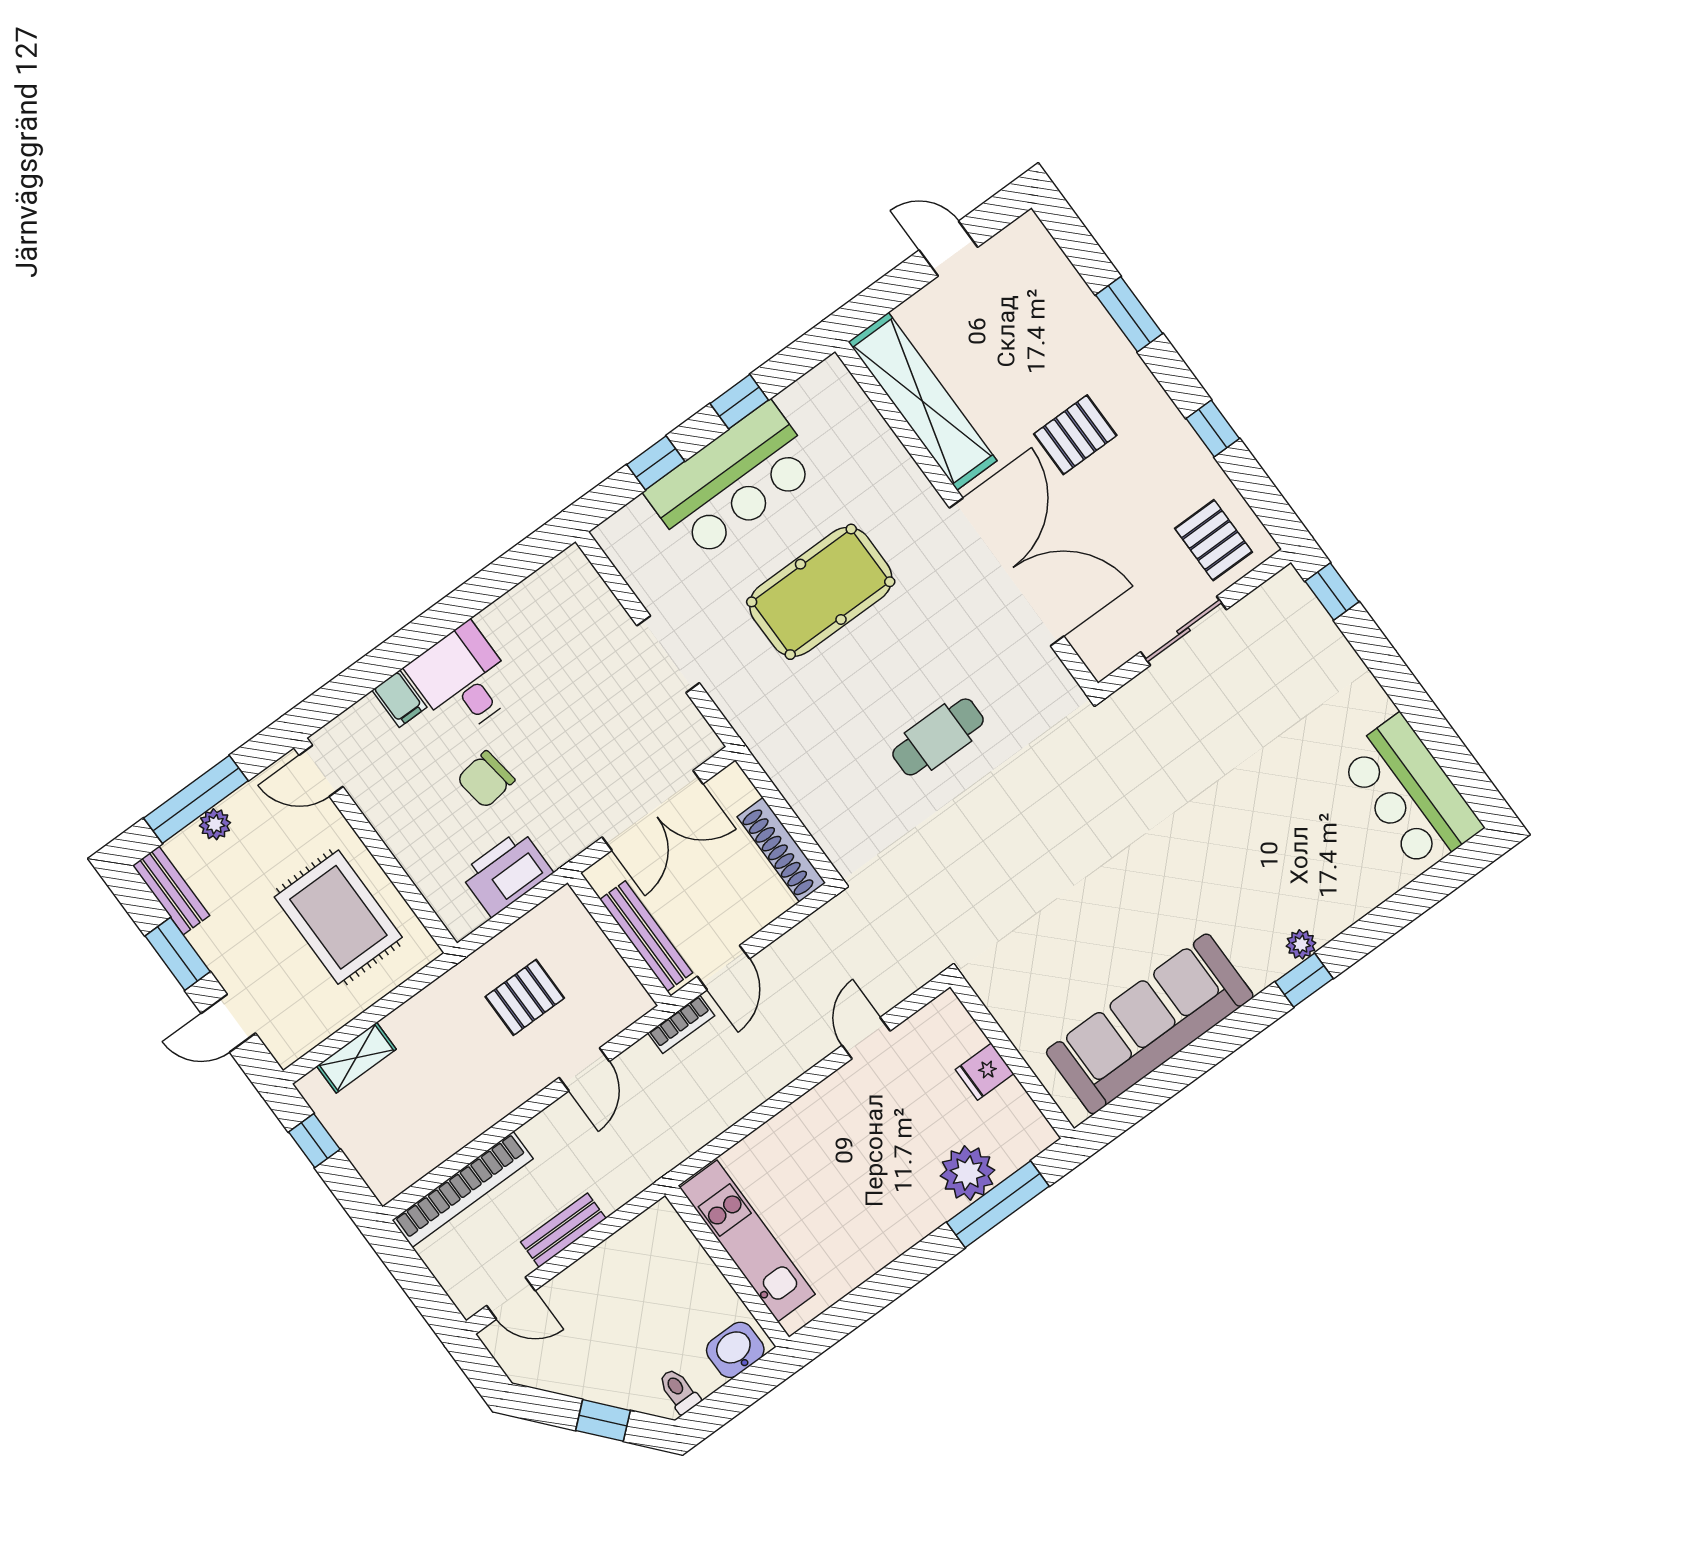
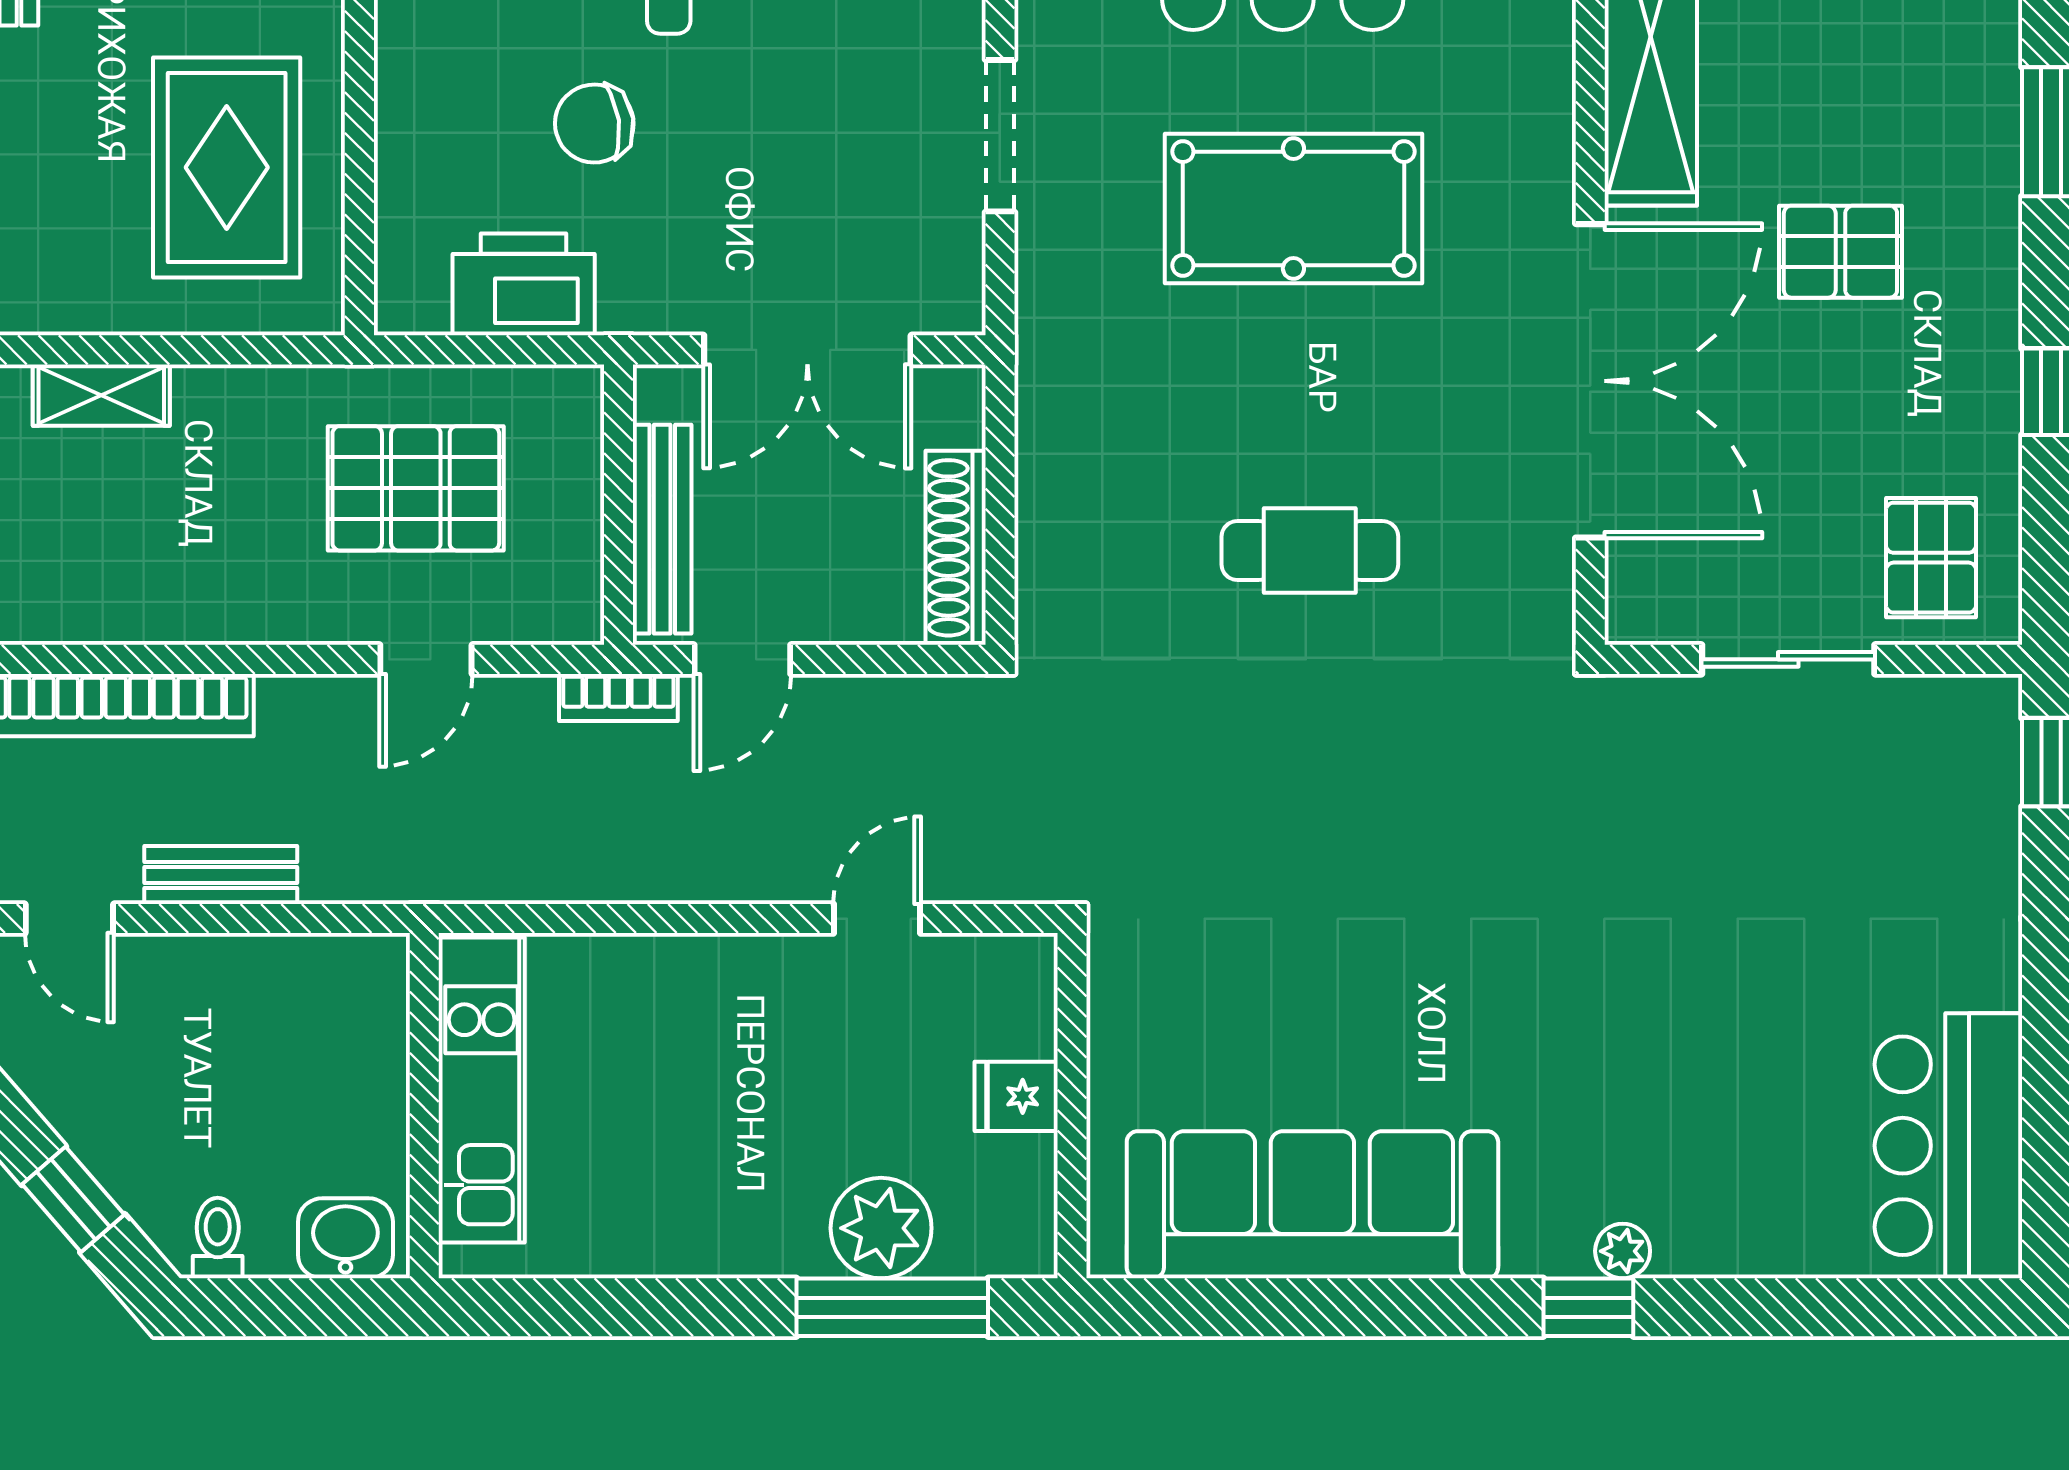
pallet: (525, 997) -> (416, 488), width x1.50, depth x1.42

